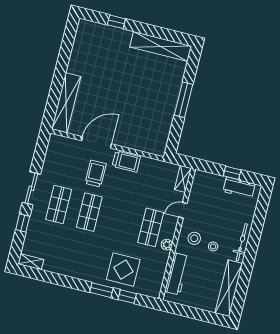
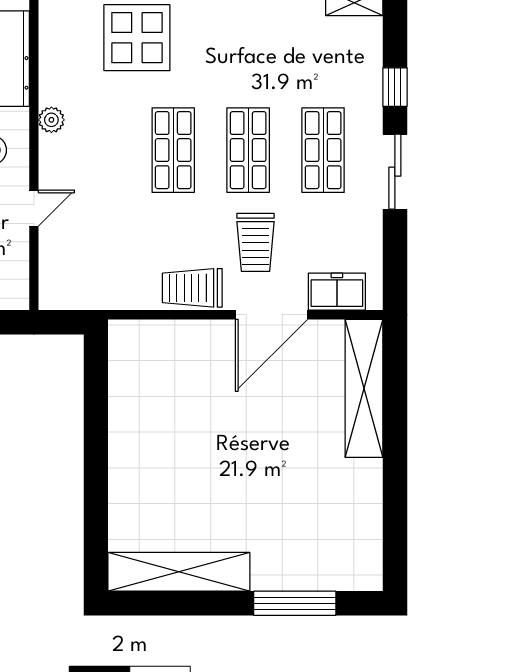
window: (116, 22) -> (295, 603), width x2.17
window: (184, 100) -> (96, 463), removed
freezer: (67, 145) -> (337, 292), added
shelving: (183, 179) -> (52, 280), removed
shop shelf: (151, 227) -> (173, 150), moved

